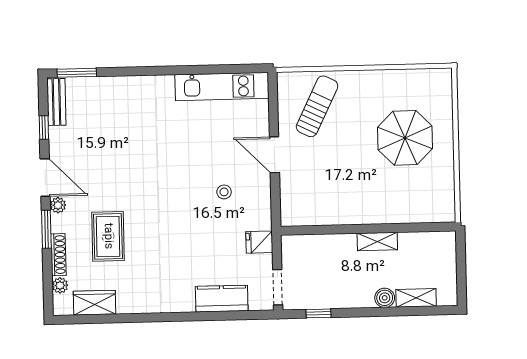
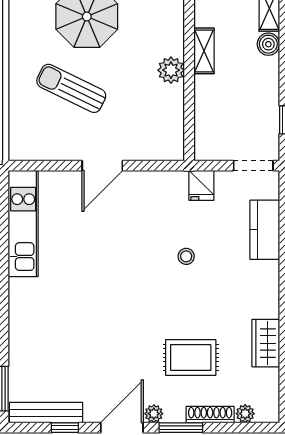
bench: (56, 102) -> (46, 413), width x1.36
sun lounger: (317, 106) -> (71, 88), moved
stool: (224, 192) -> (186, 256), moved
plant: (360, 213) -> (171, 70), added
wardrobe: (94, 303) -> (266, 343), moved

